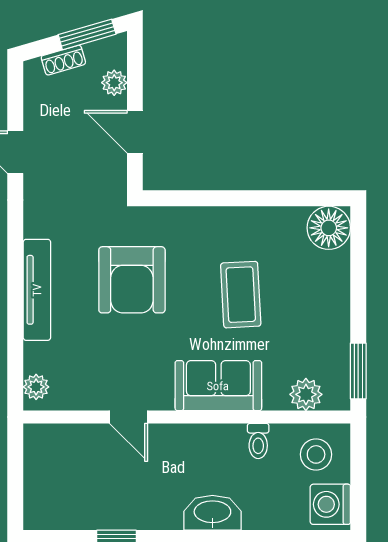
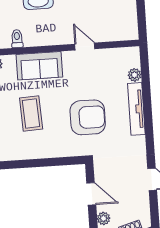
armchair: (132, 280) -> (88, 117), turned 90
plant: (36, 387) -> (135, 75), moved

